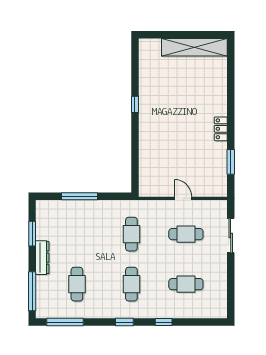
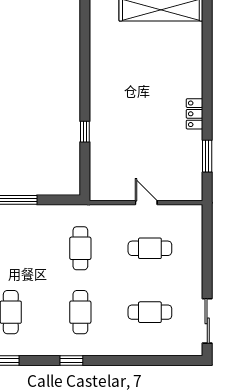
window: (135, 104) -> (85, 132), moved
sliding door: (231, 235) -> (207, 321), moved
window: (164, 322) -> (121, 360), removed

